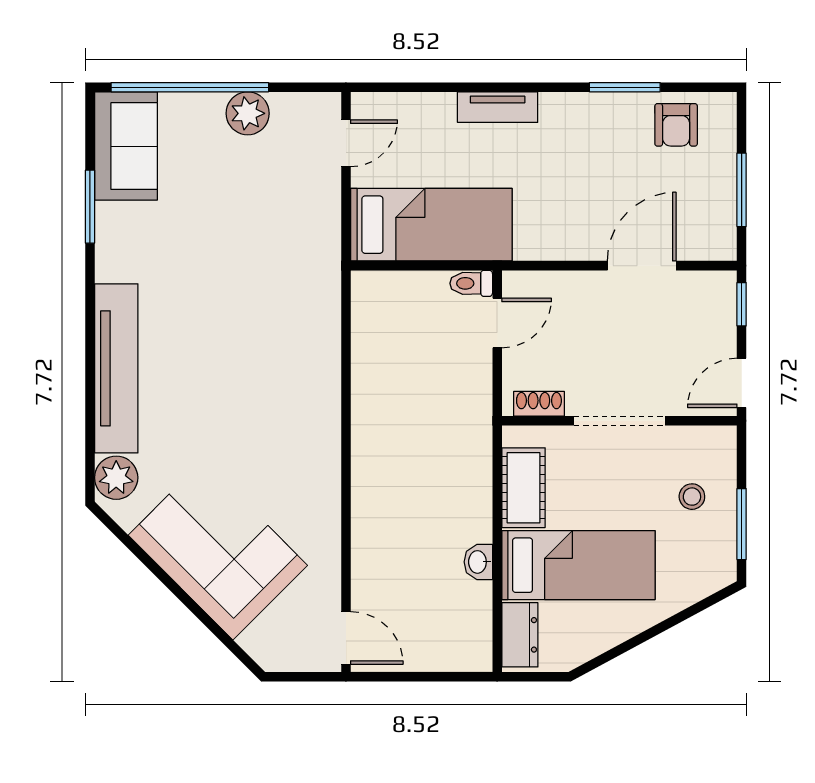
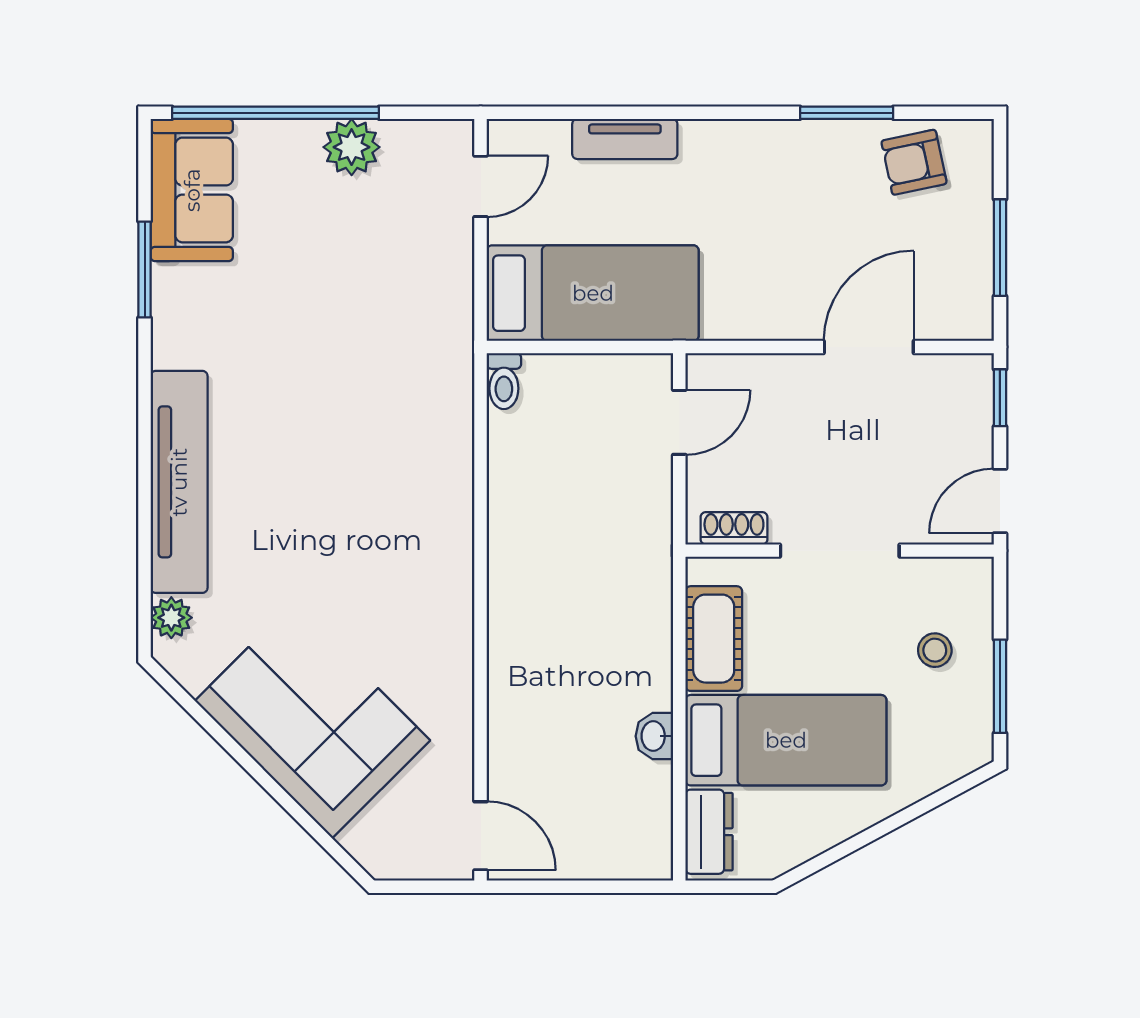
tv unit: (498, 107) -> (625, 139), moved
armchair: (676, 125) -> (914, 162), turned 78
toilet: (471, 283) -> (504, 381), moved, turned -90
plant: (116, 478) -> (171, 618), width x0.73, depth x0.73

